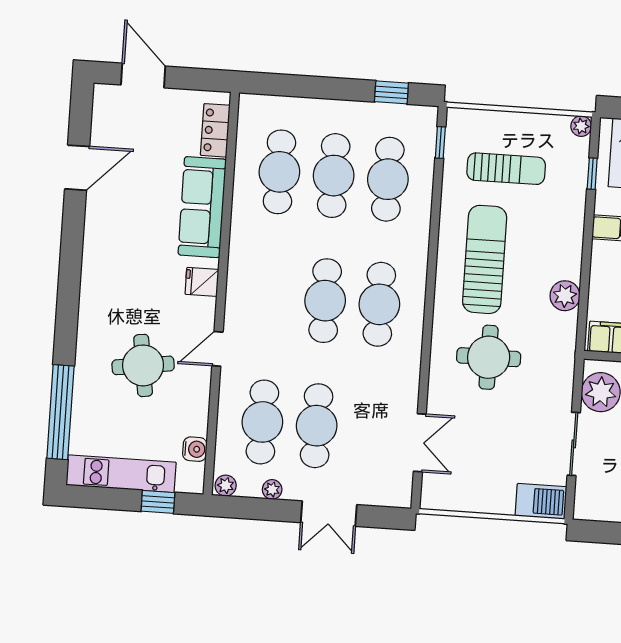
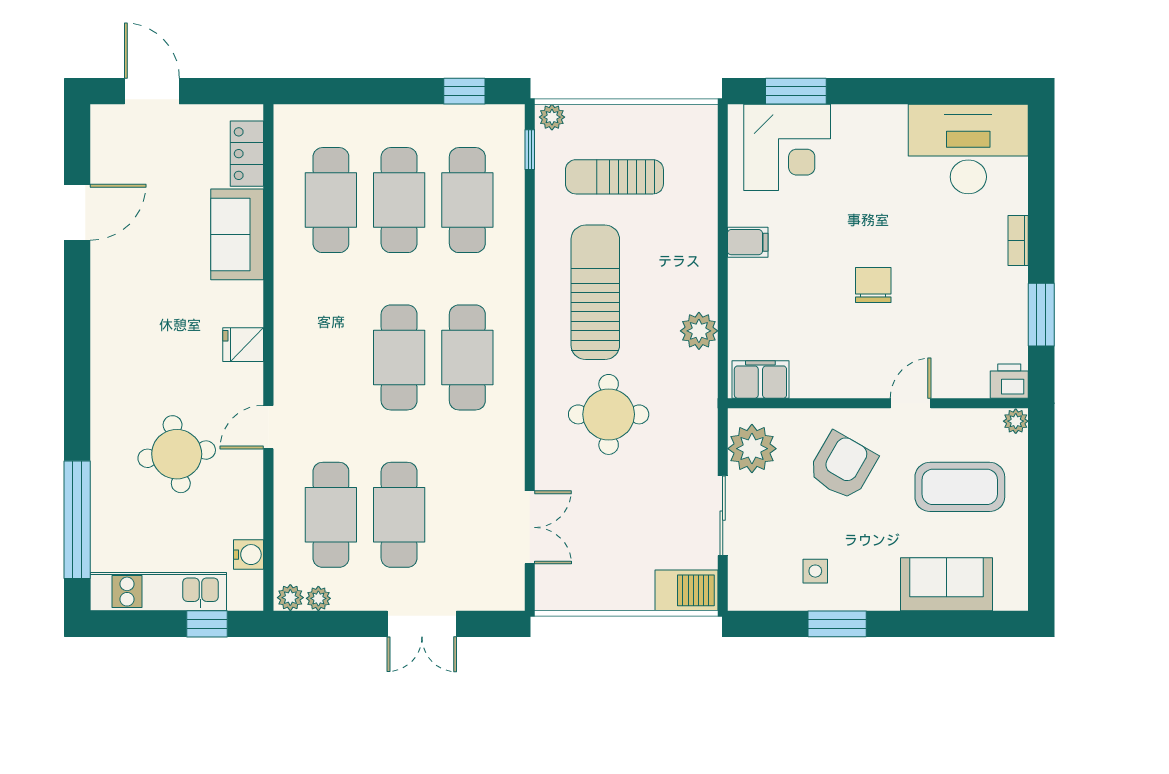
plant: (581, 126) -> (552, 117), moved
sun lounger: (506, 169) -> (614, 177), turned 180
window: (592, 174) -> (723, 176), removed
sofa: (202, 207) -> (237, 234), width x0.73
plant: (272, 489) -> (318, 598), moved

